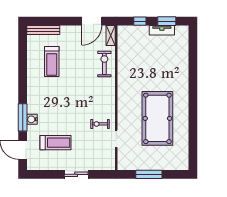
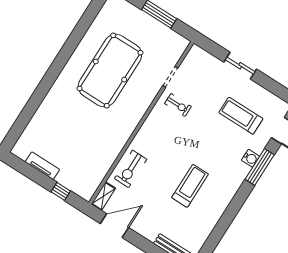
window: (167, 21) -> (31, 172), removed
treadmill: (52, 61) -> (190, 186), moved

